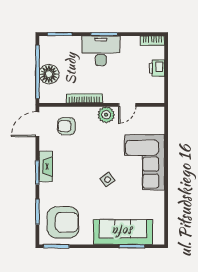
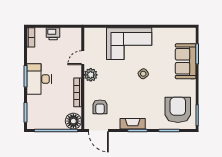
floor lamp: (49, 74) -> (73, 121), moved
door: (127, 105) -> (83, 58), swing flipped
sofa: (123, 232) -> (186, 61), width x0.73

